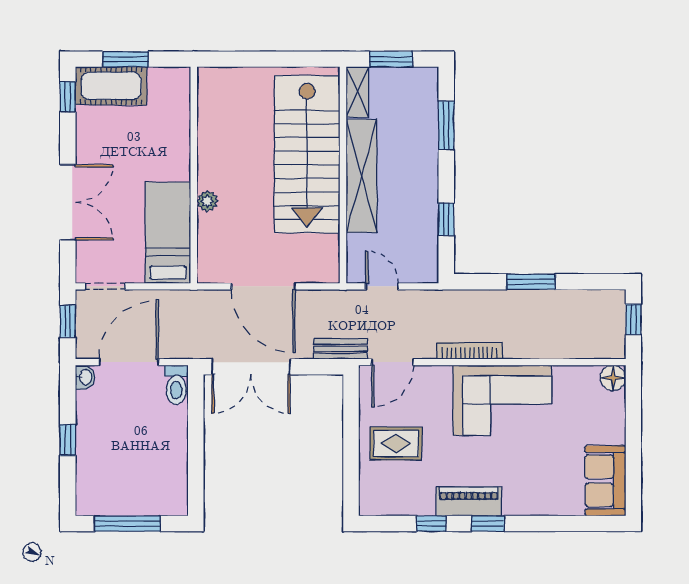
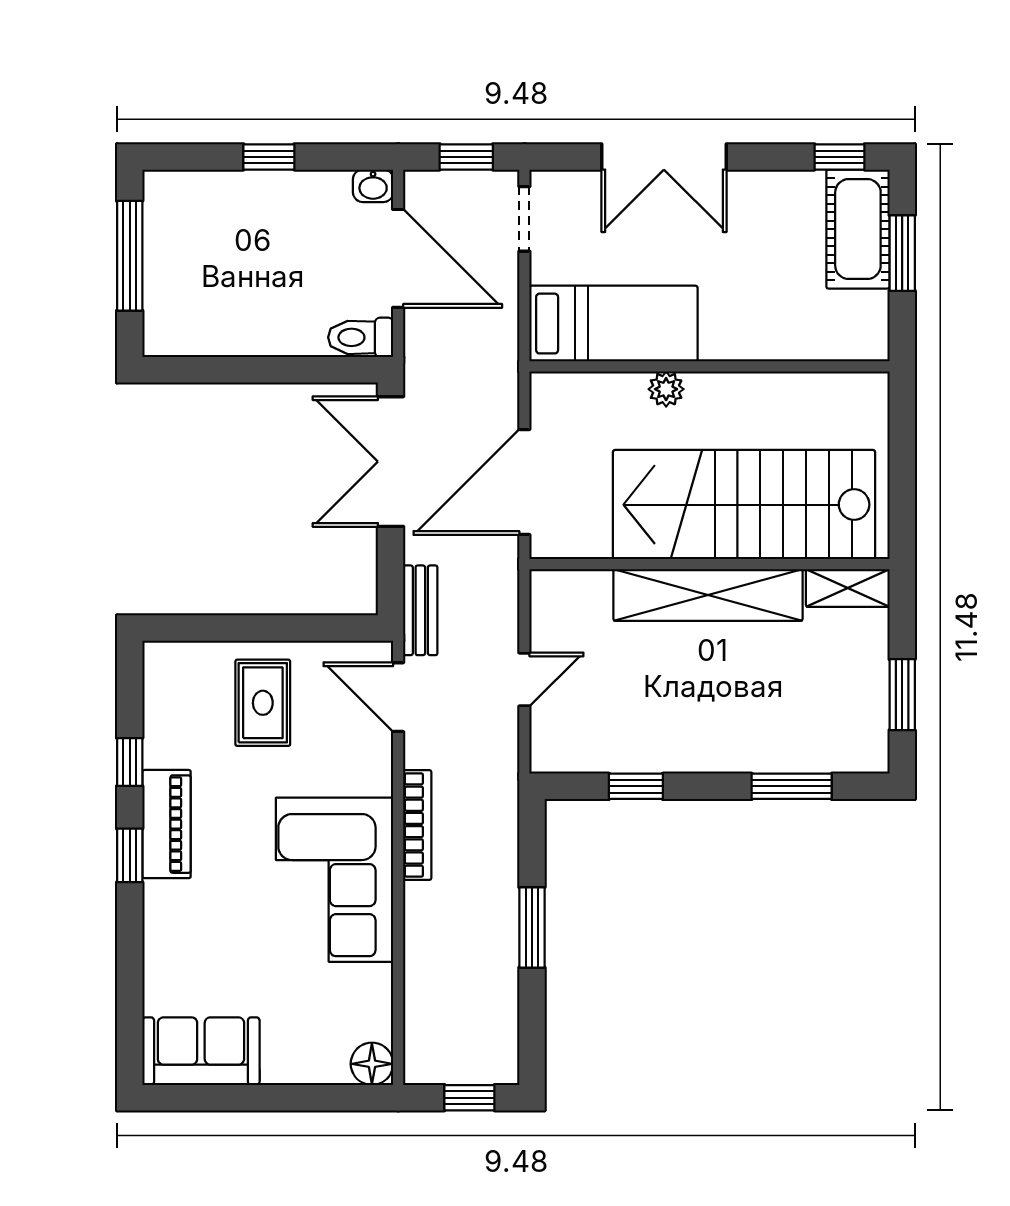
shelving: (357, 92) -> (848, 588), moved
stairs: (307, 154) -> (744, 505), moved
wall: (343, 175) -> (709, 564), moved
shelving: (362, 176) -> (708, 595), moved

